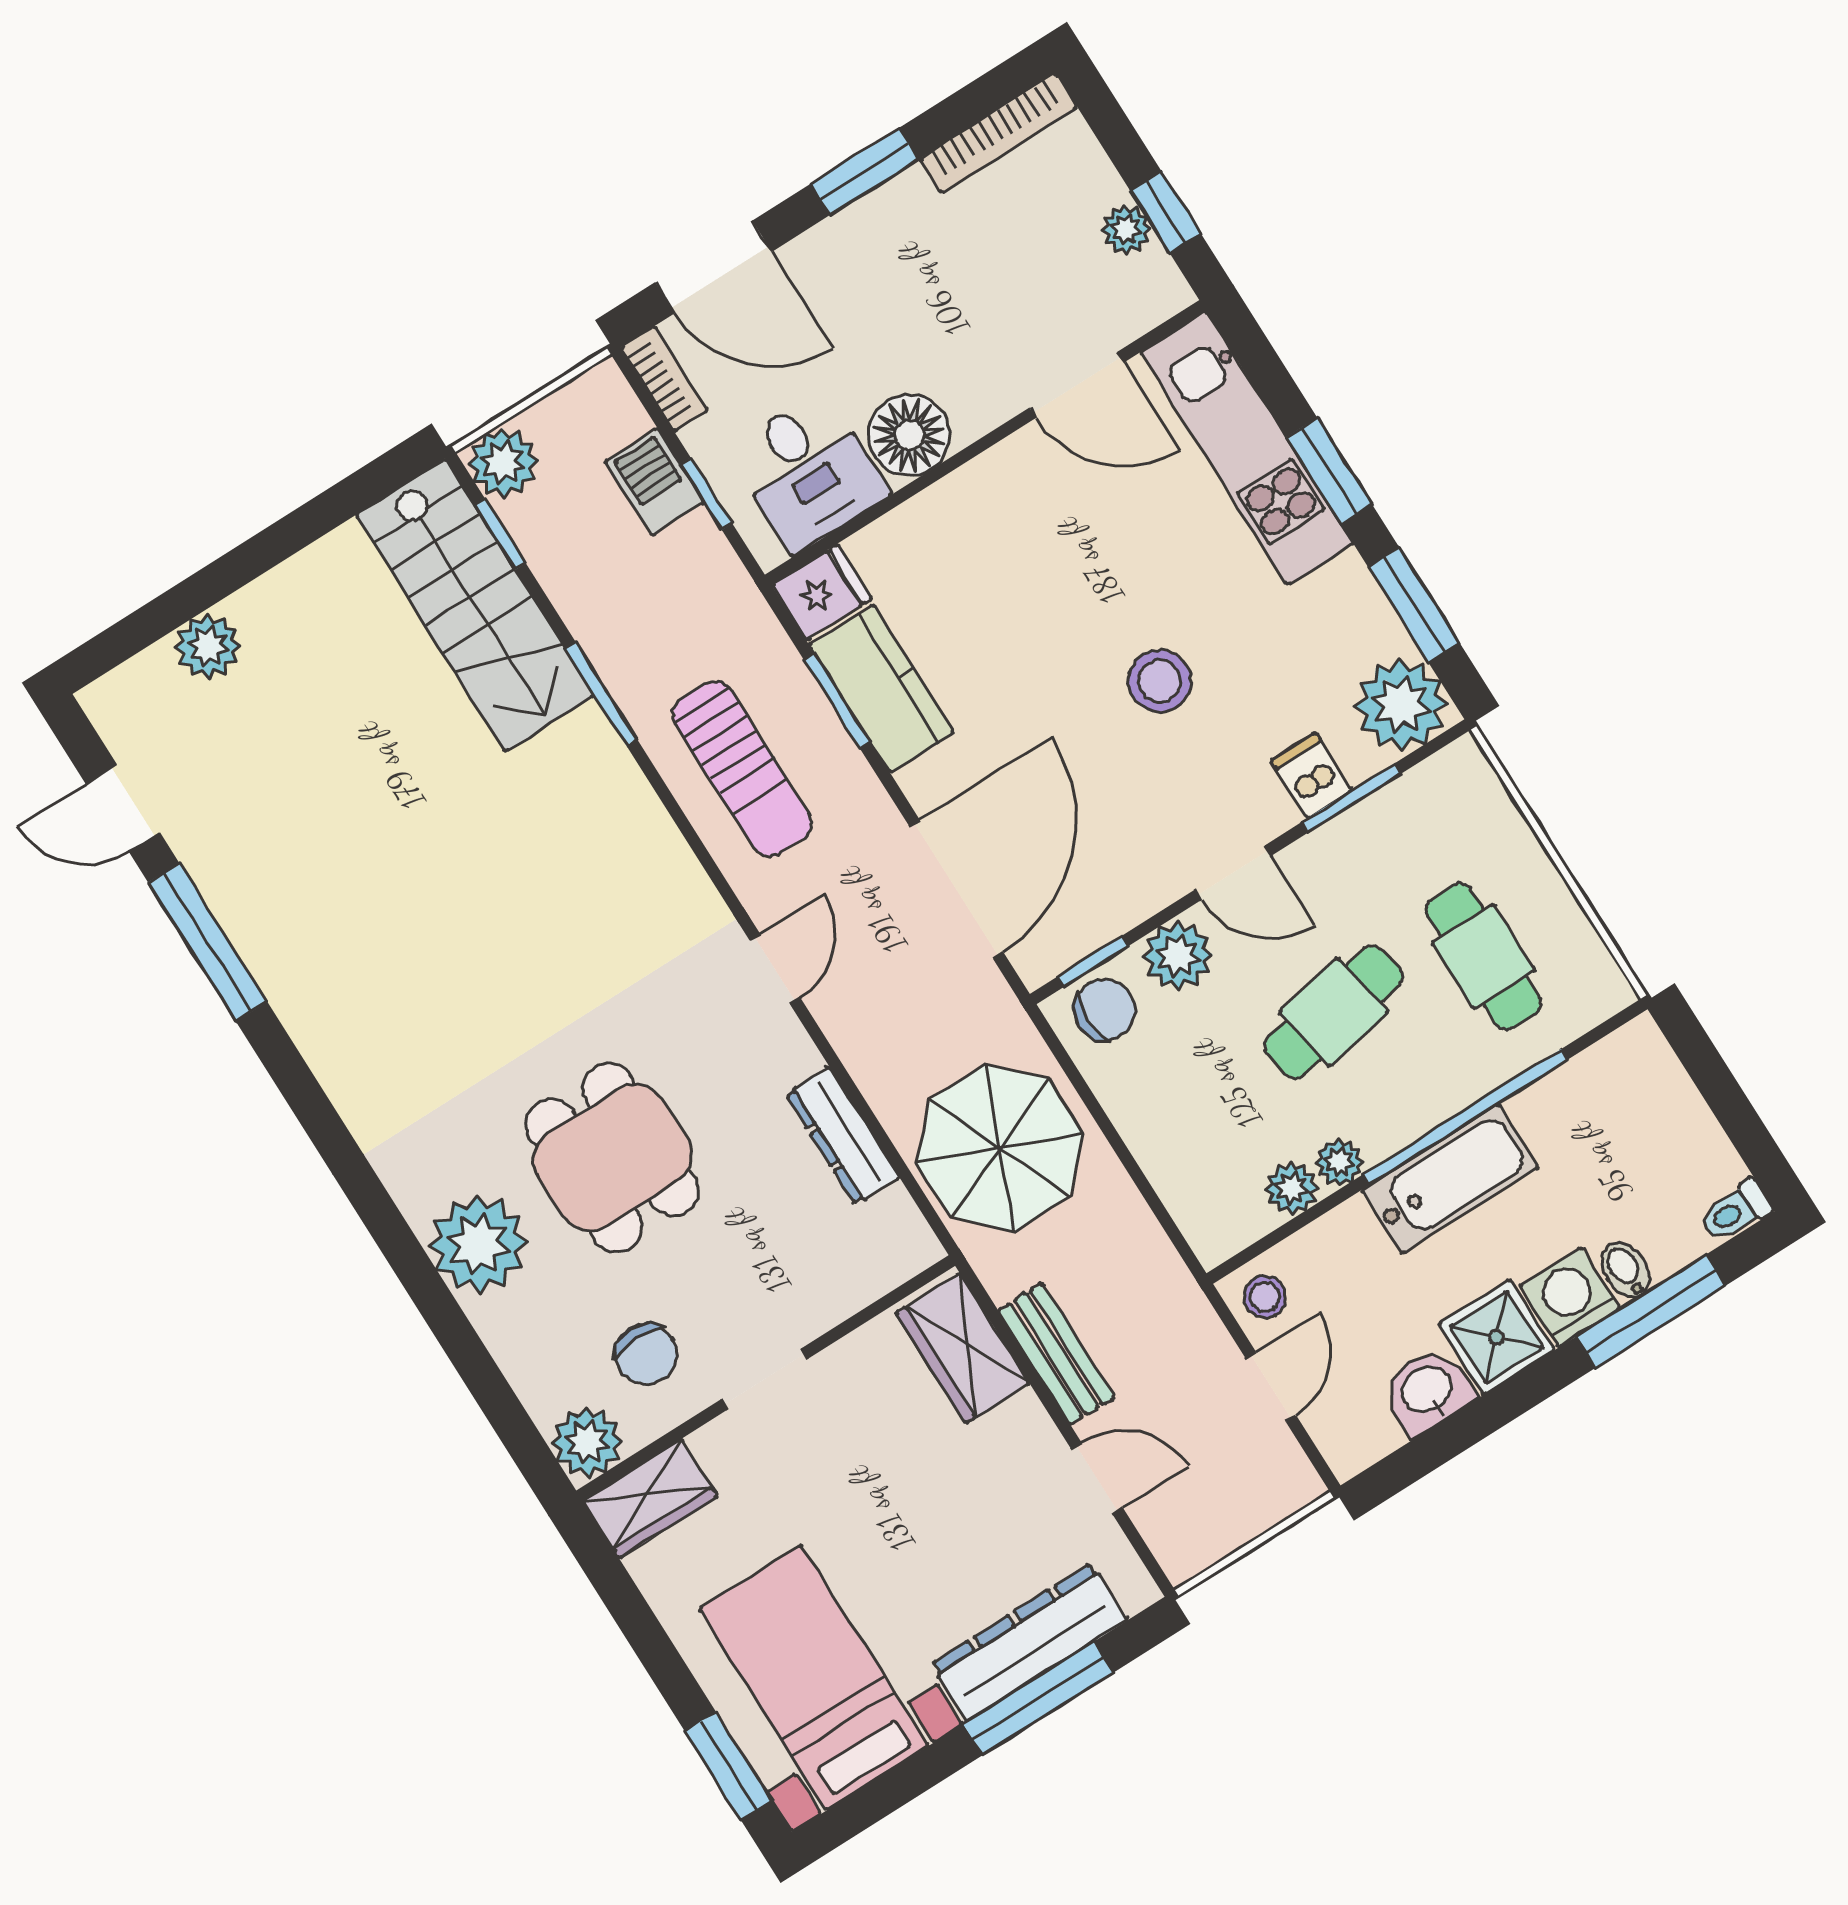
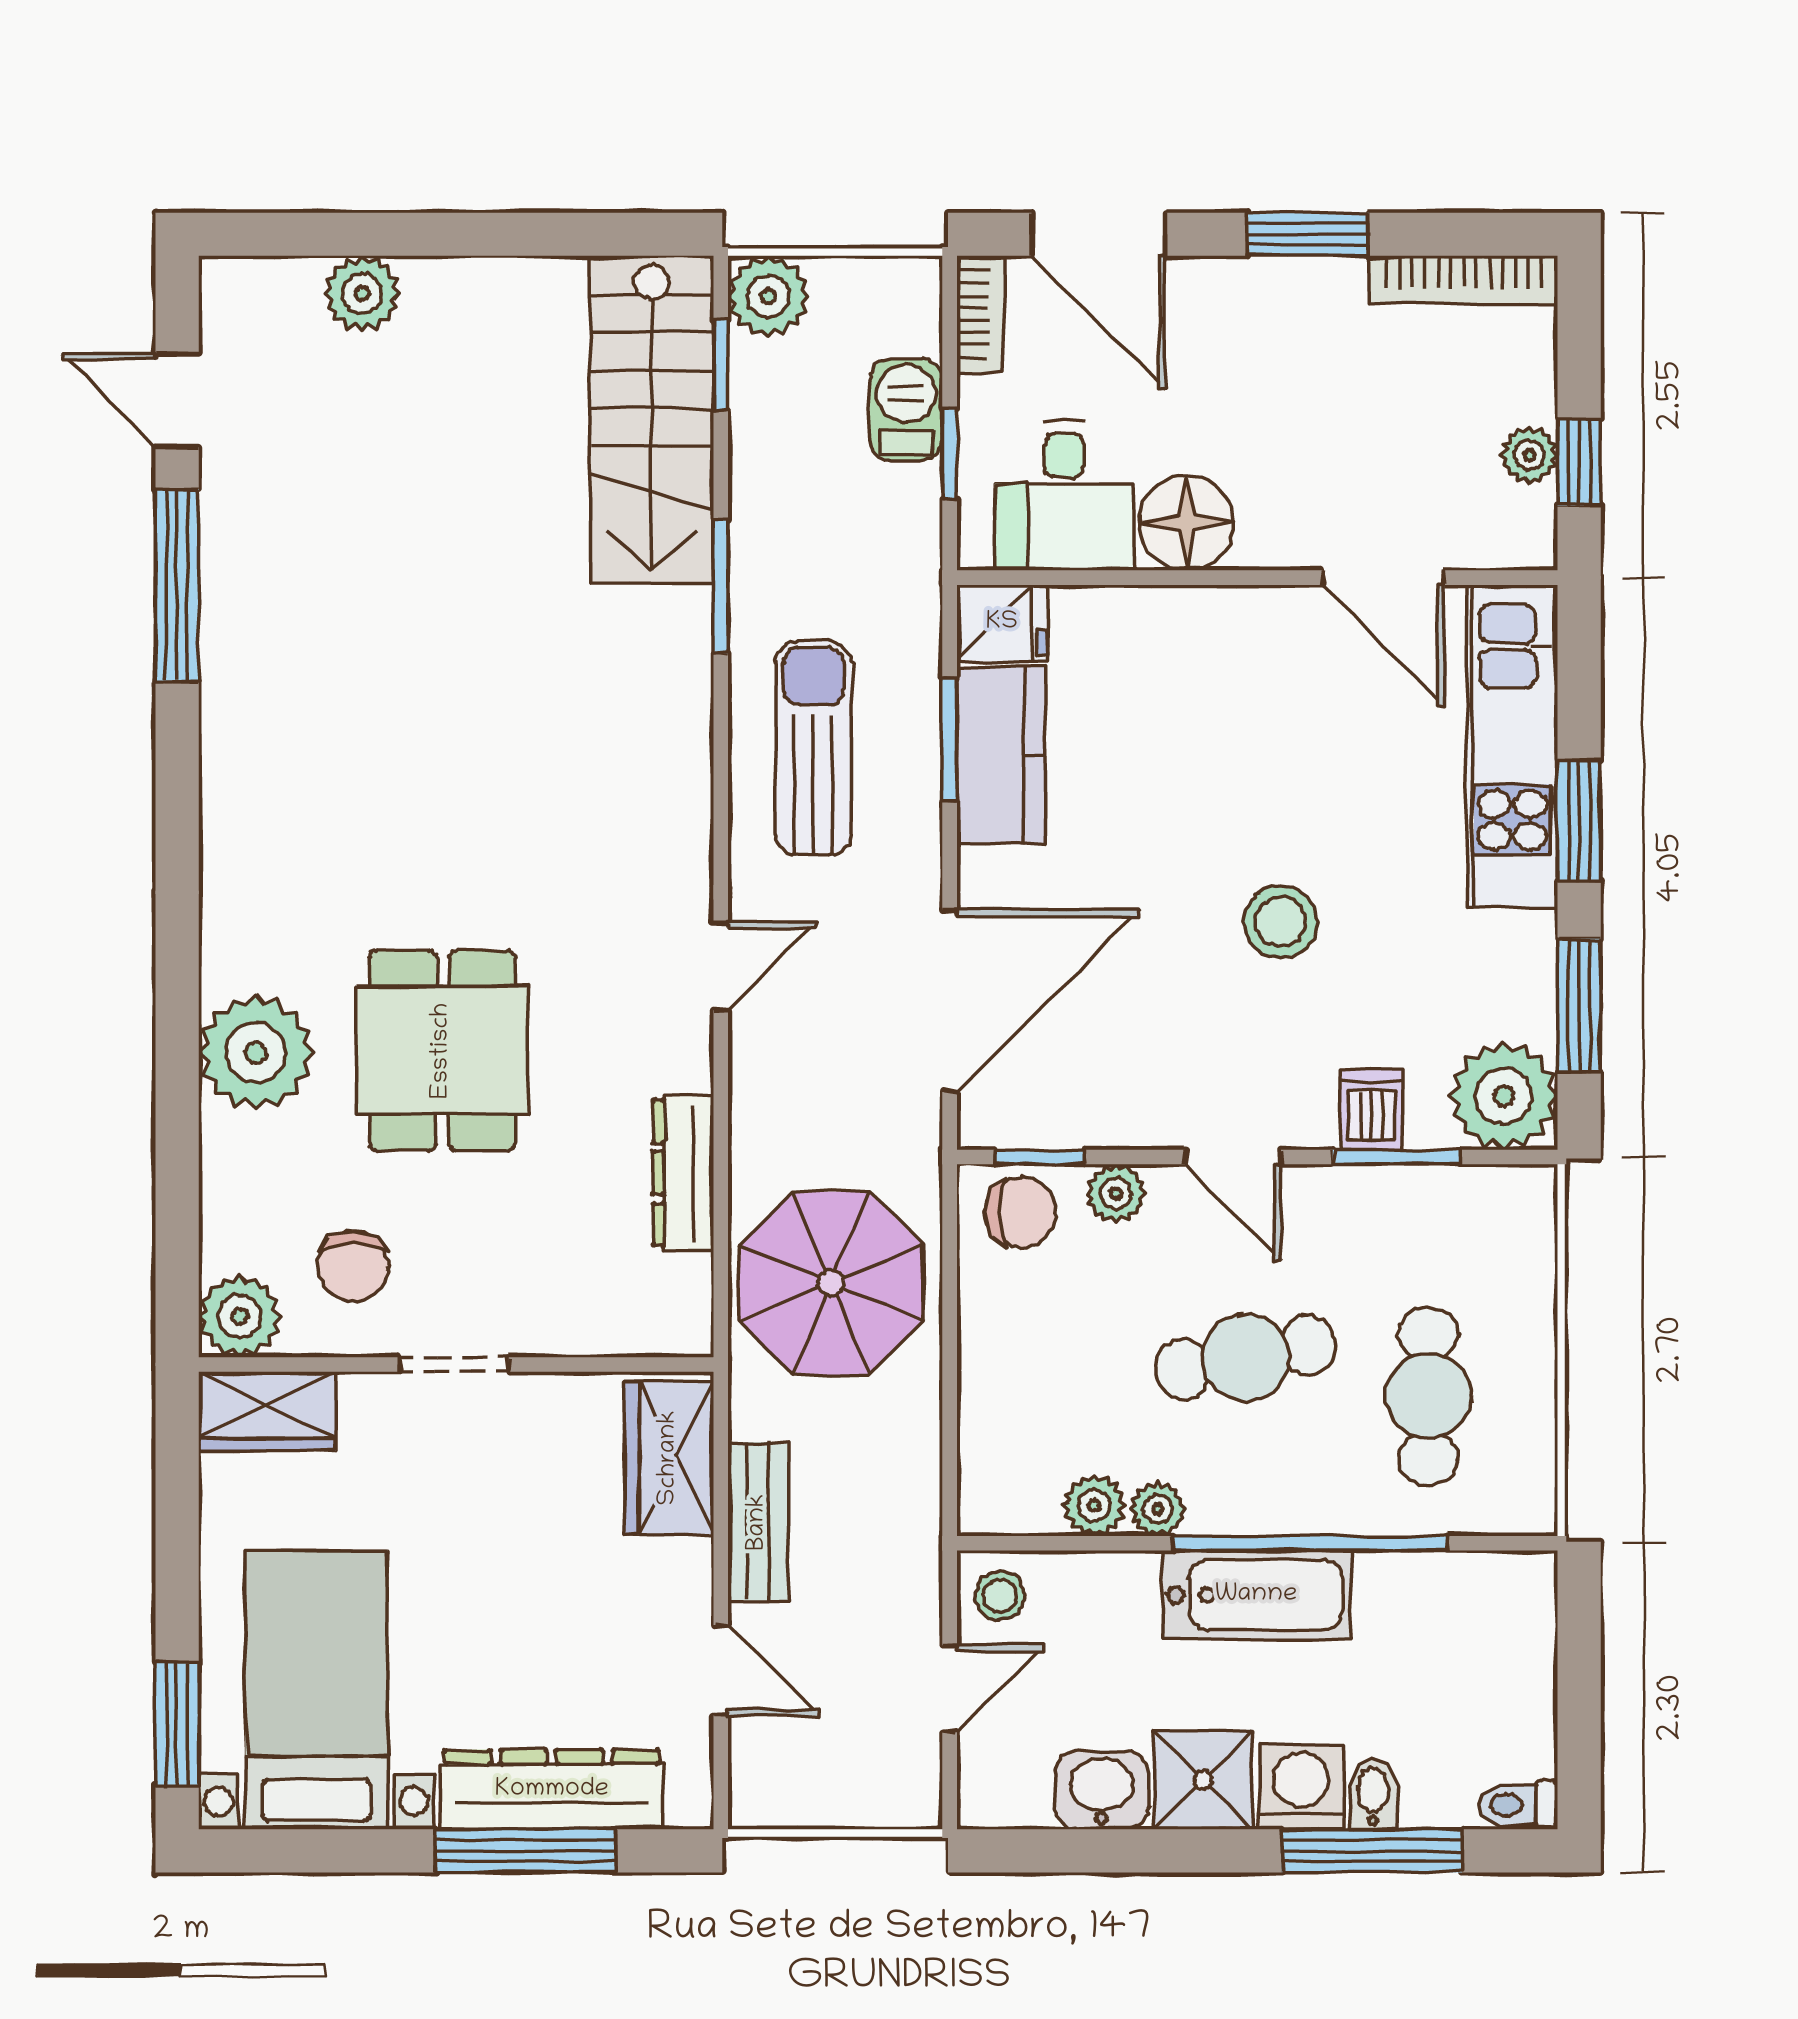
sun lounger: (742, 769) -> (813, 748), turned 180
plant: (1178, 956) -> (1116, 1193), width x0.73, depth x0.73

